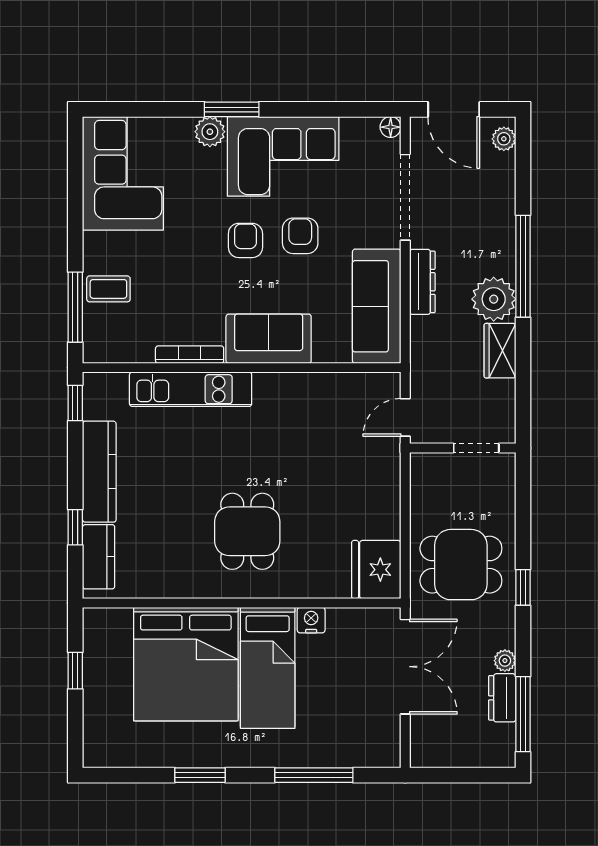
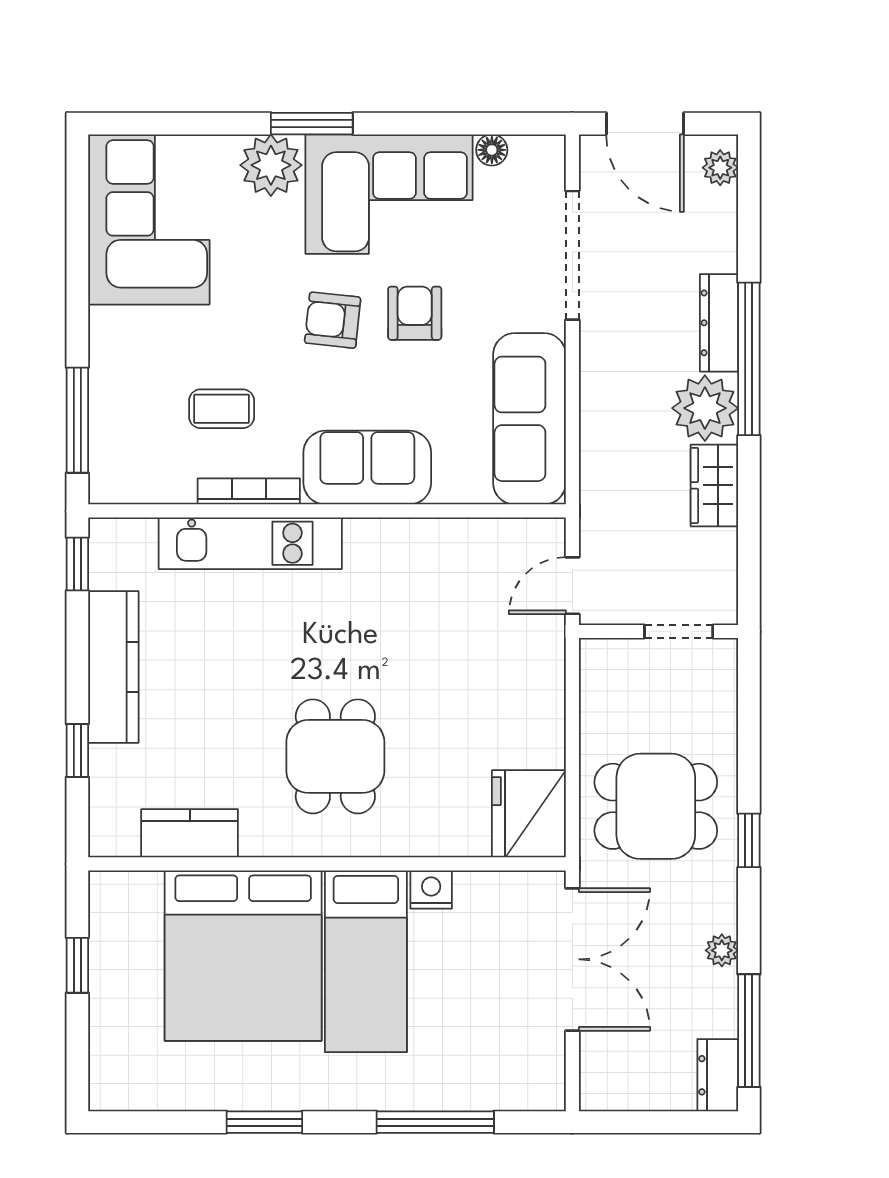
floor lamp: (391, 127) -> (492, 150), moved
plant: (210, 132) -> (271, 165), width x1.36, depth x1.36
armchair: (245, 240) -> (333, 320), turned -84
dresser: (422, 282) -> (719, 323), moved, turned 180
coffee table: (108, 289) -> (222, 409), moved
kitchen counter: (99, 557) -> (190, 833), moved, turned -90
dresser: (502, 698) -> (718, 1075), moved

